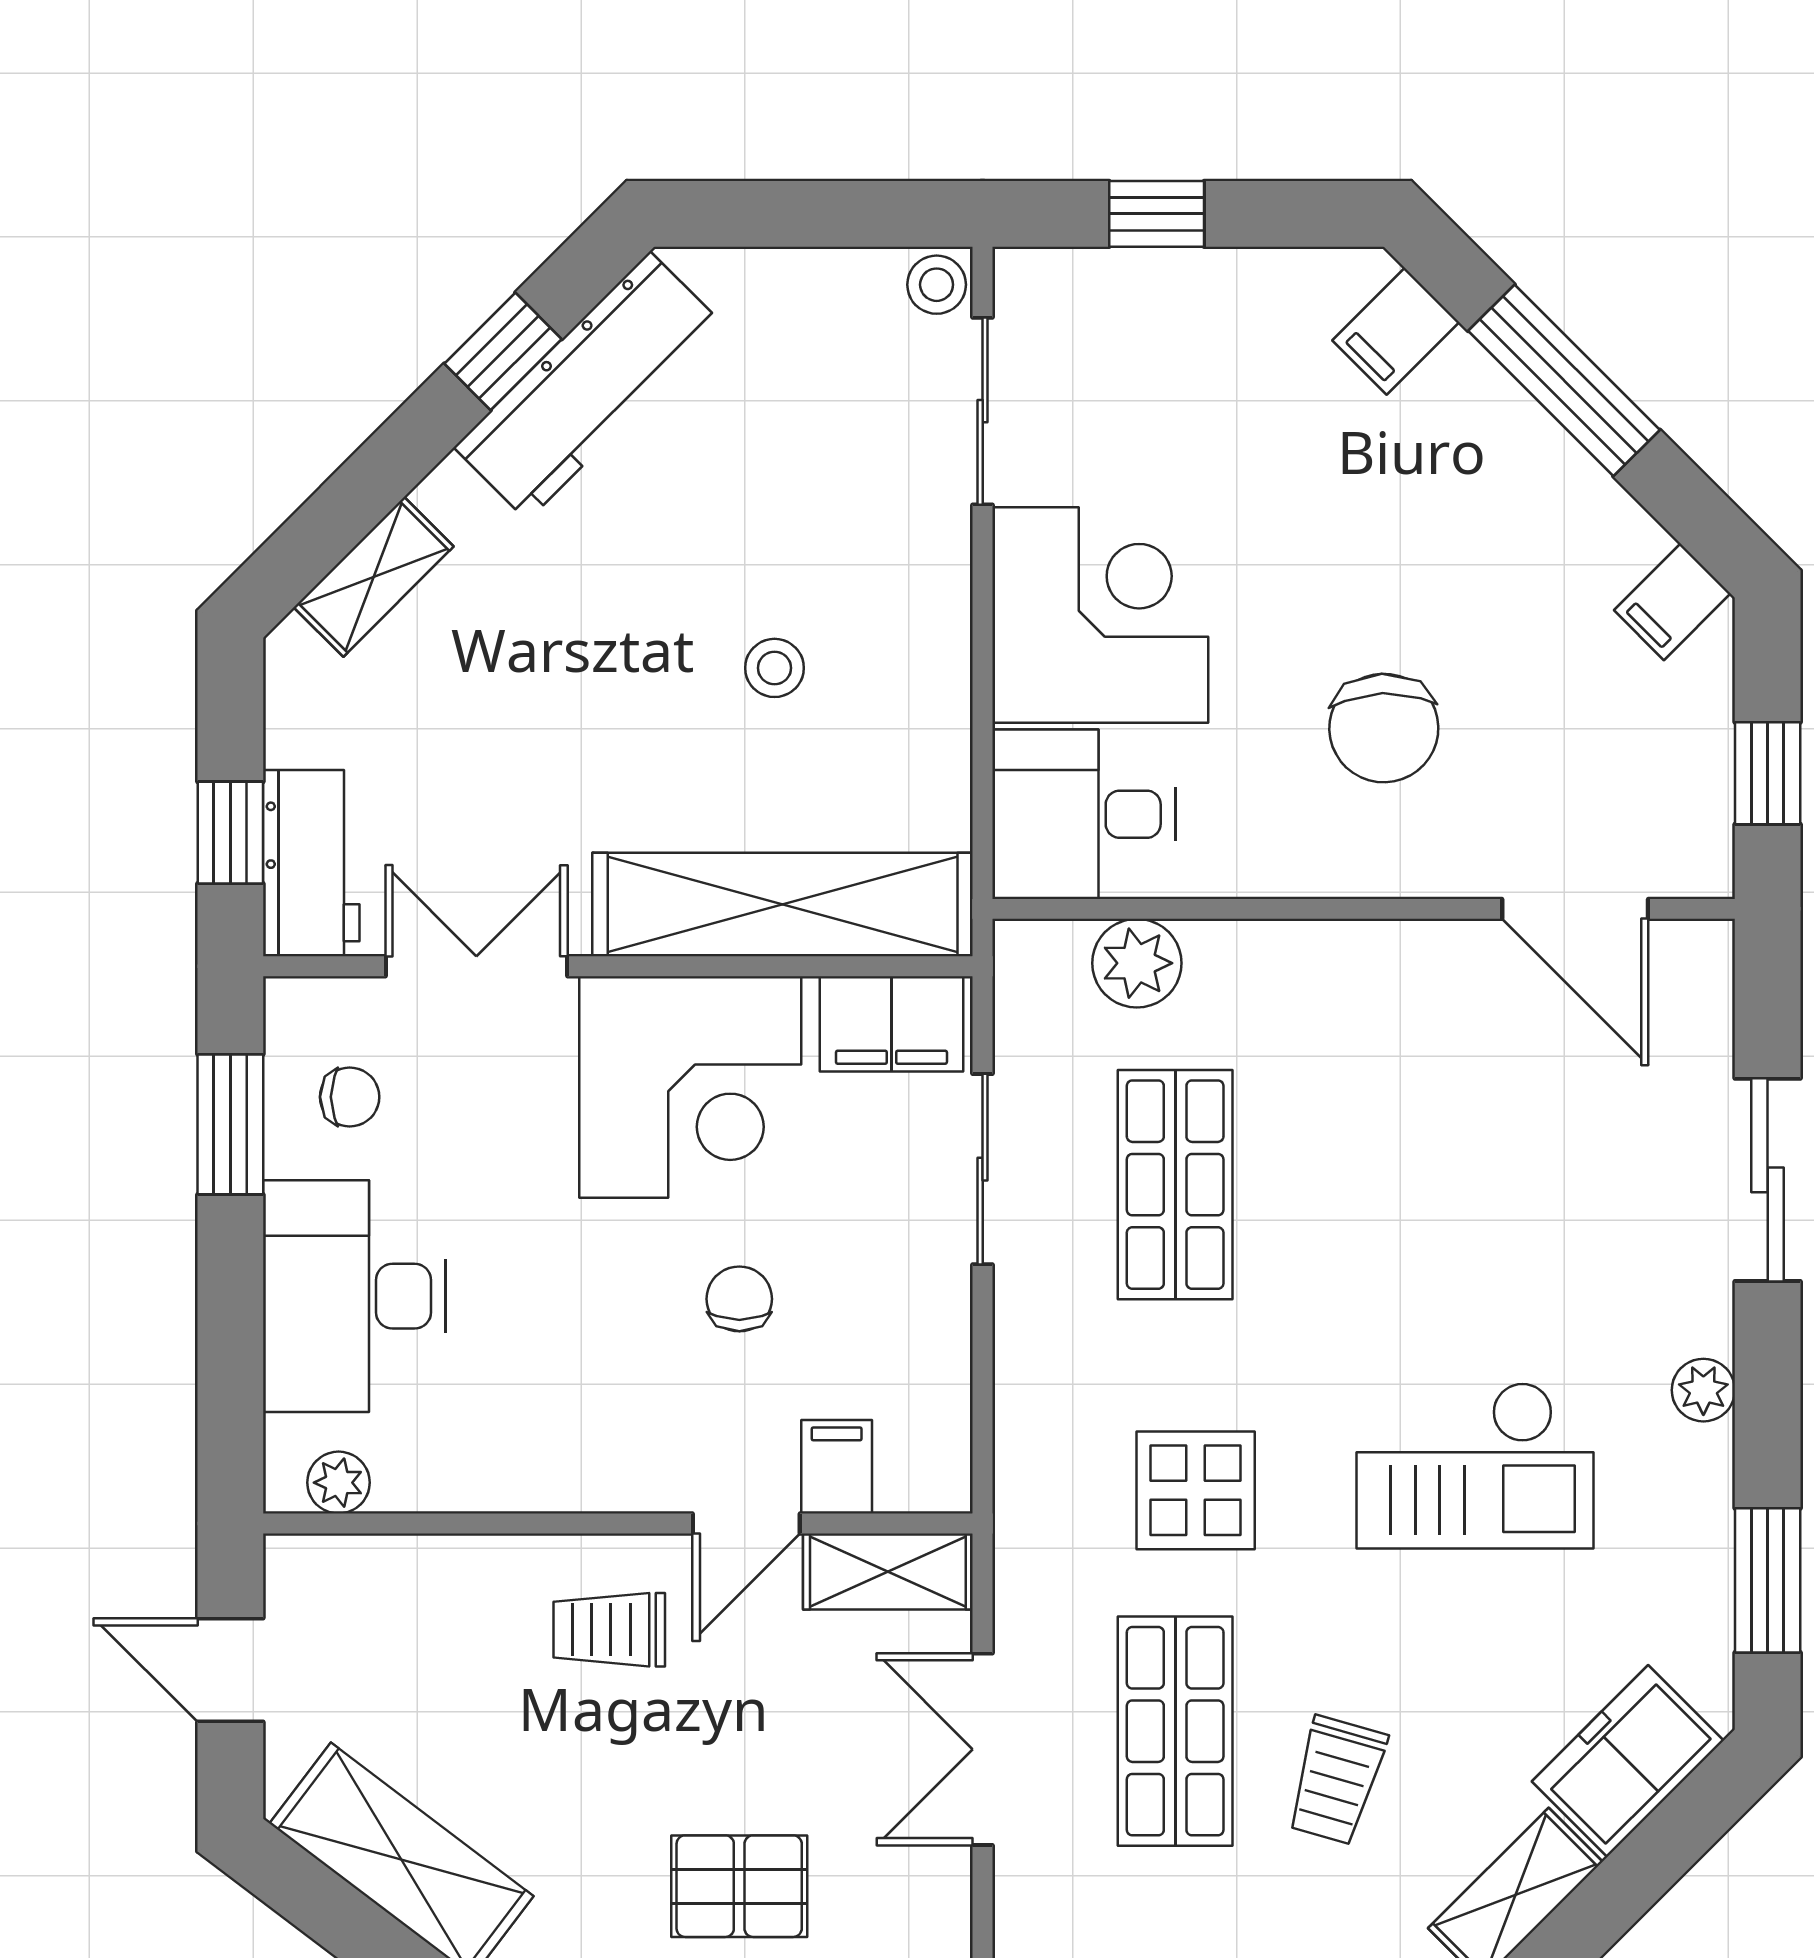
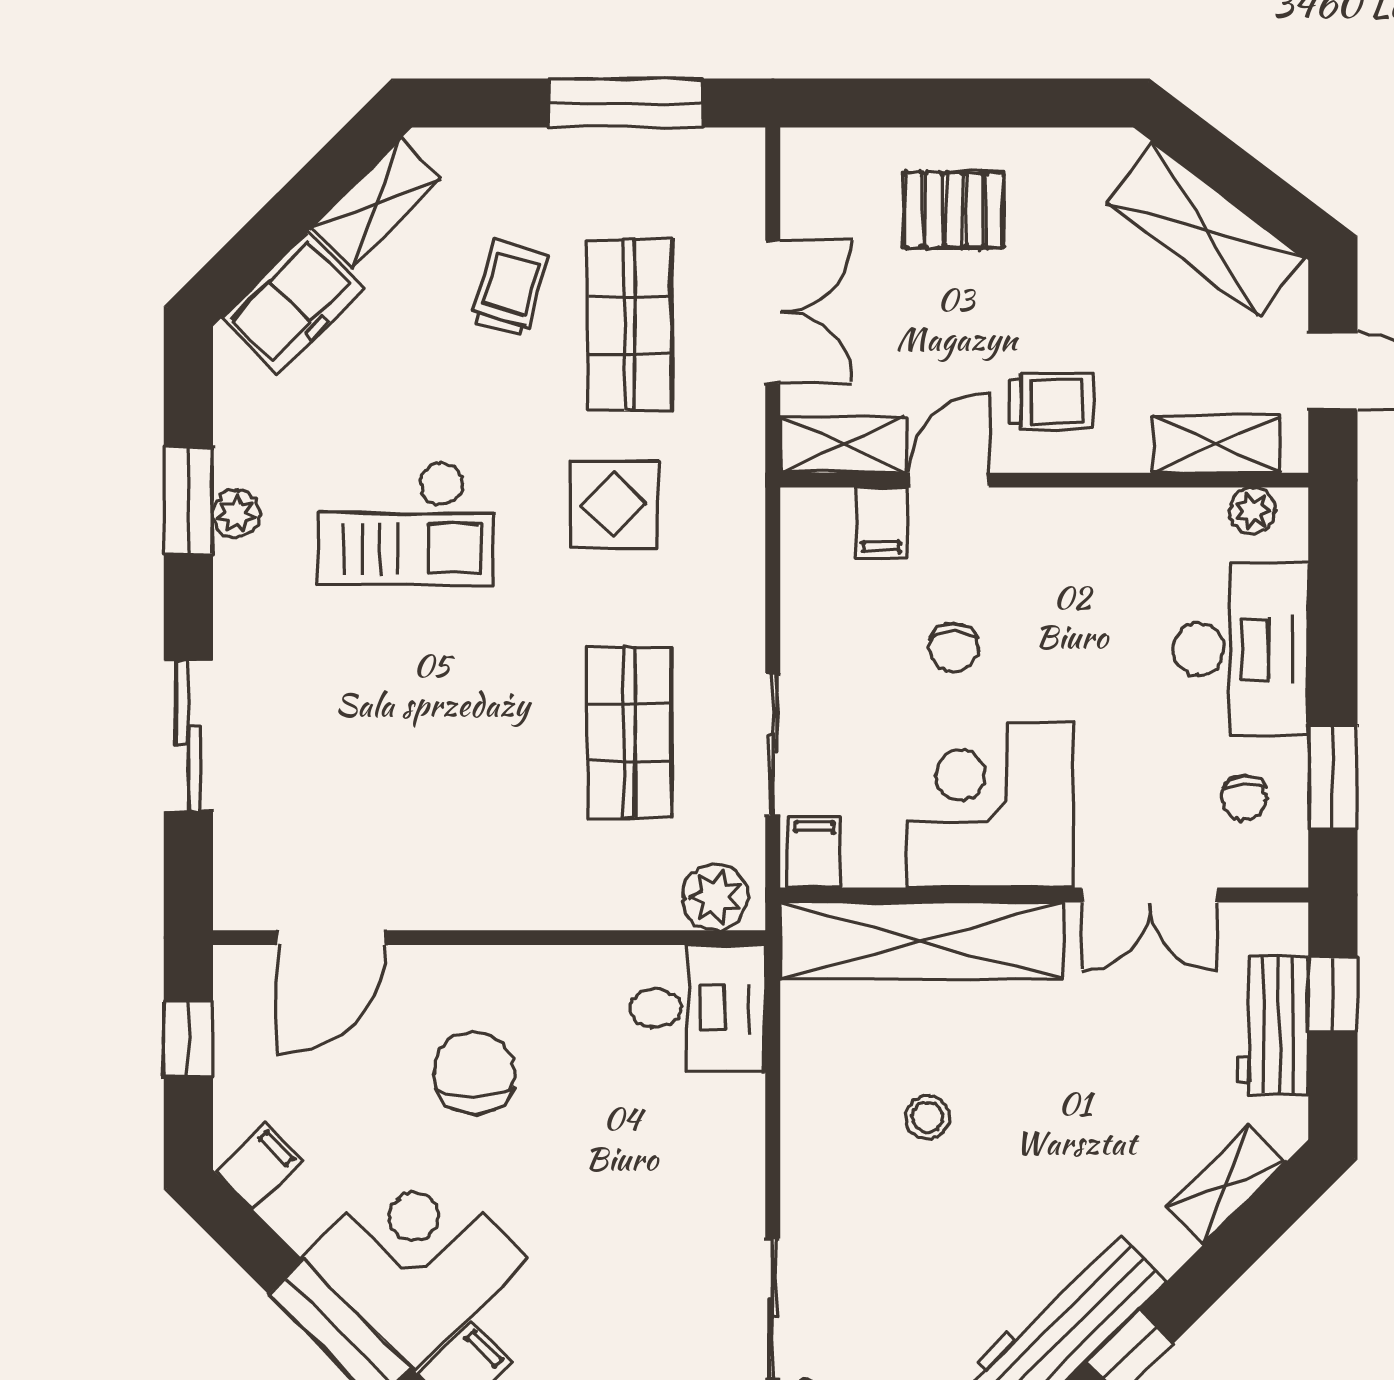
corner desk: (1100, 615) -> (414, 1257), moved, turned 135
workbench: (311, 863) -> (1273, 1025), moved
door: (1575, 909) -> (332, 938), swing flipped
plant: (1137, 963) -> (716, 897), moved
filing cabinet: (891, 1024) -> (814, 852), width x0.50
chair: (350, 1097) -> (1244, 798), turned -90
plant: (1703, 1390) -> (236, 514), moved
checkout: (1475, 1465) -> (406, 523), turned 180
shelving: (386, 1572) -> (1217, 444), added
window: (1768, 1580) -> (188, 501), moved

